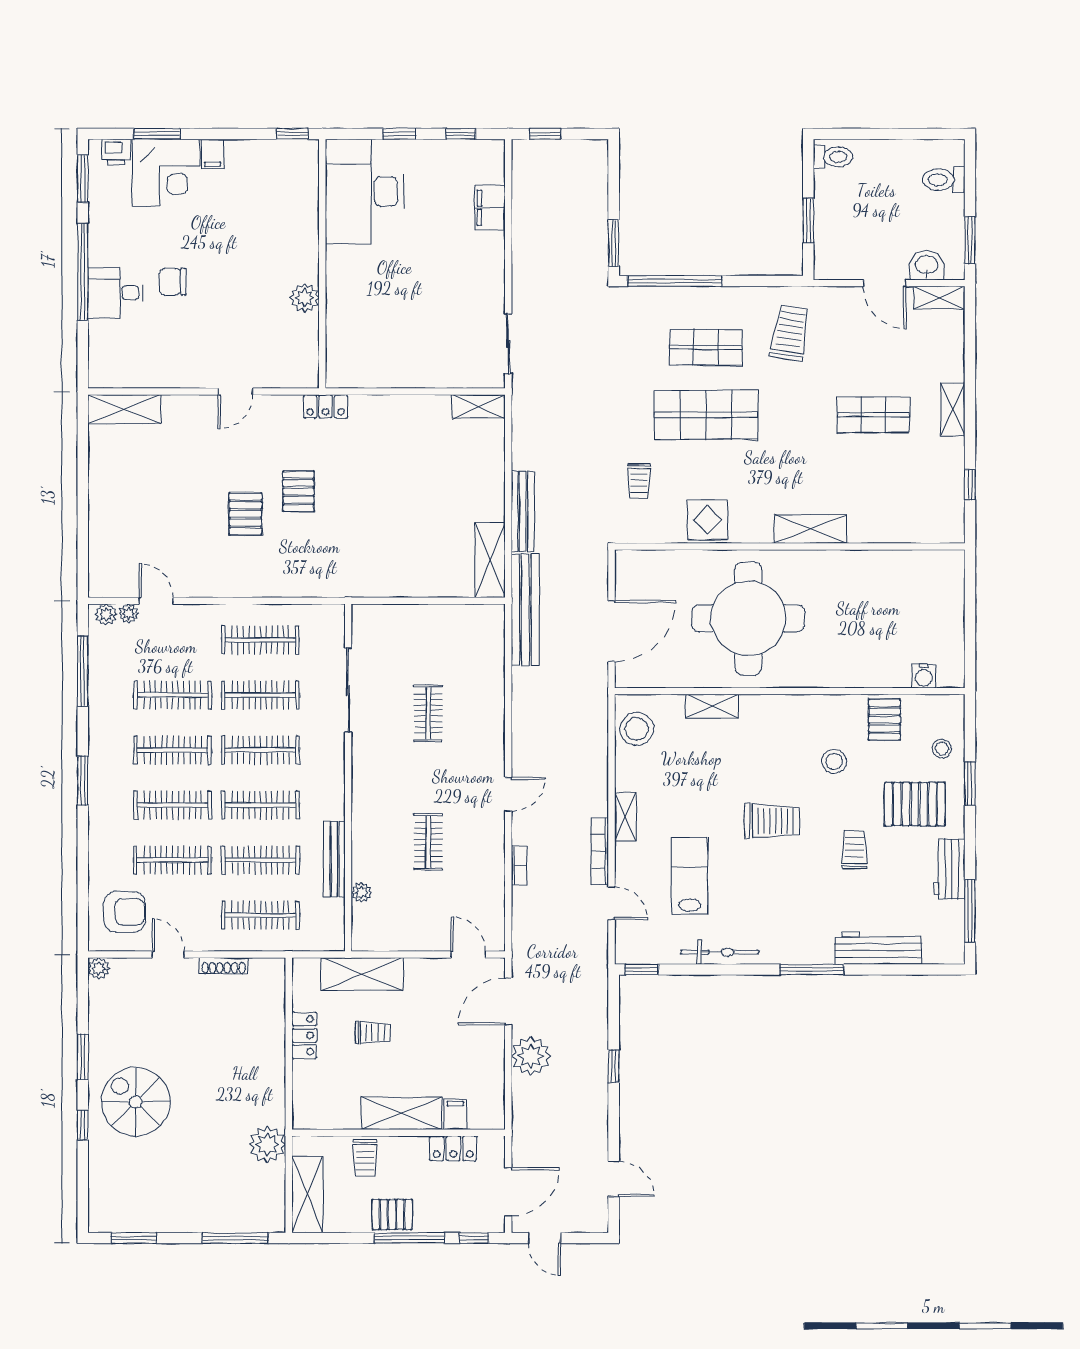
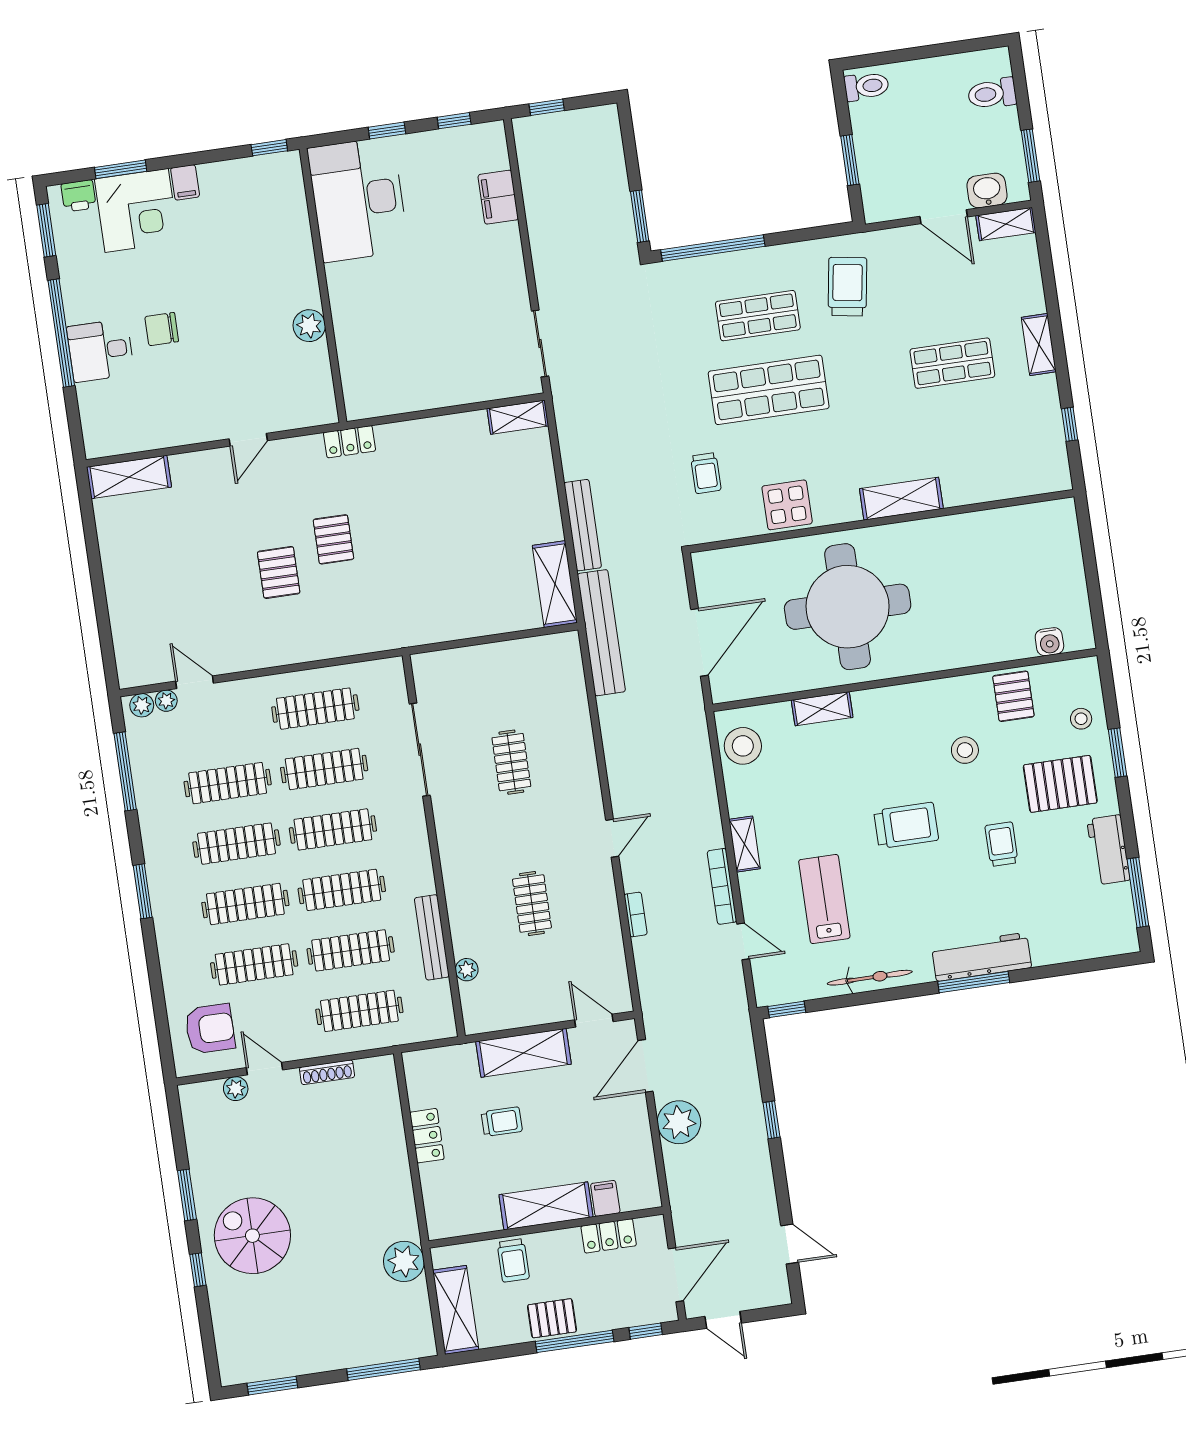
workbench: (878, 948) -> (982, 957), moved
plant: (99, 969) -> (236, 1089), moved
shelving: (362, 974) -> (523, 1053), moved

